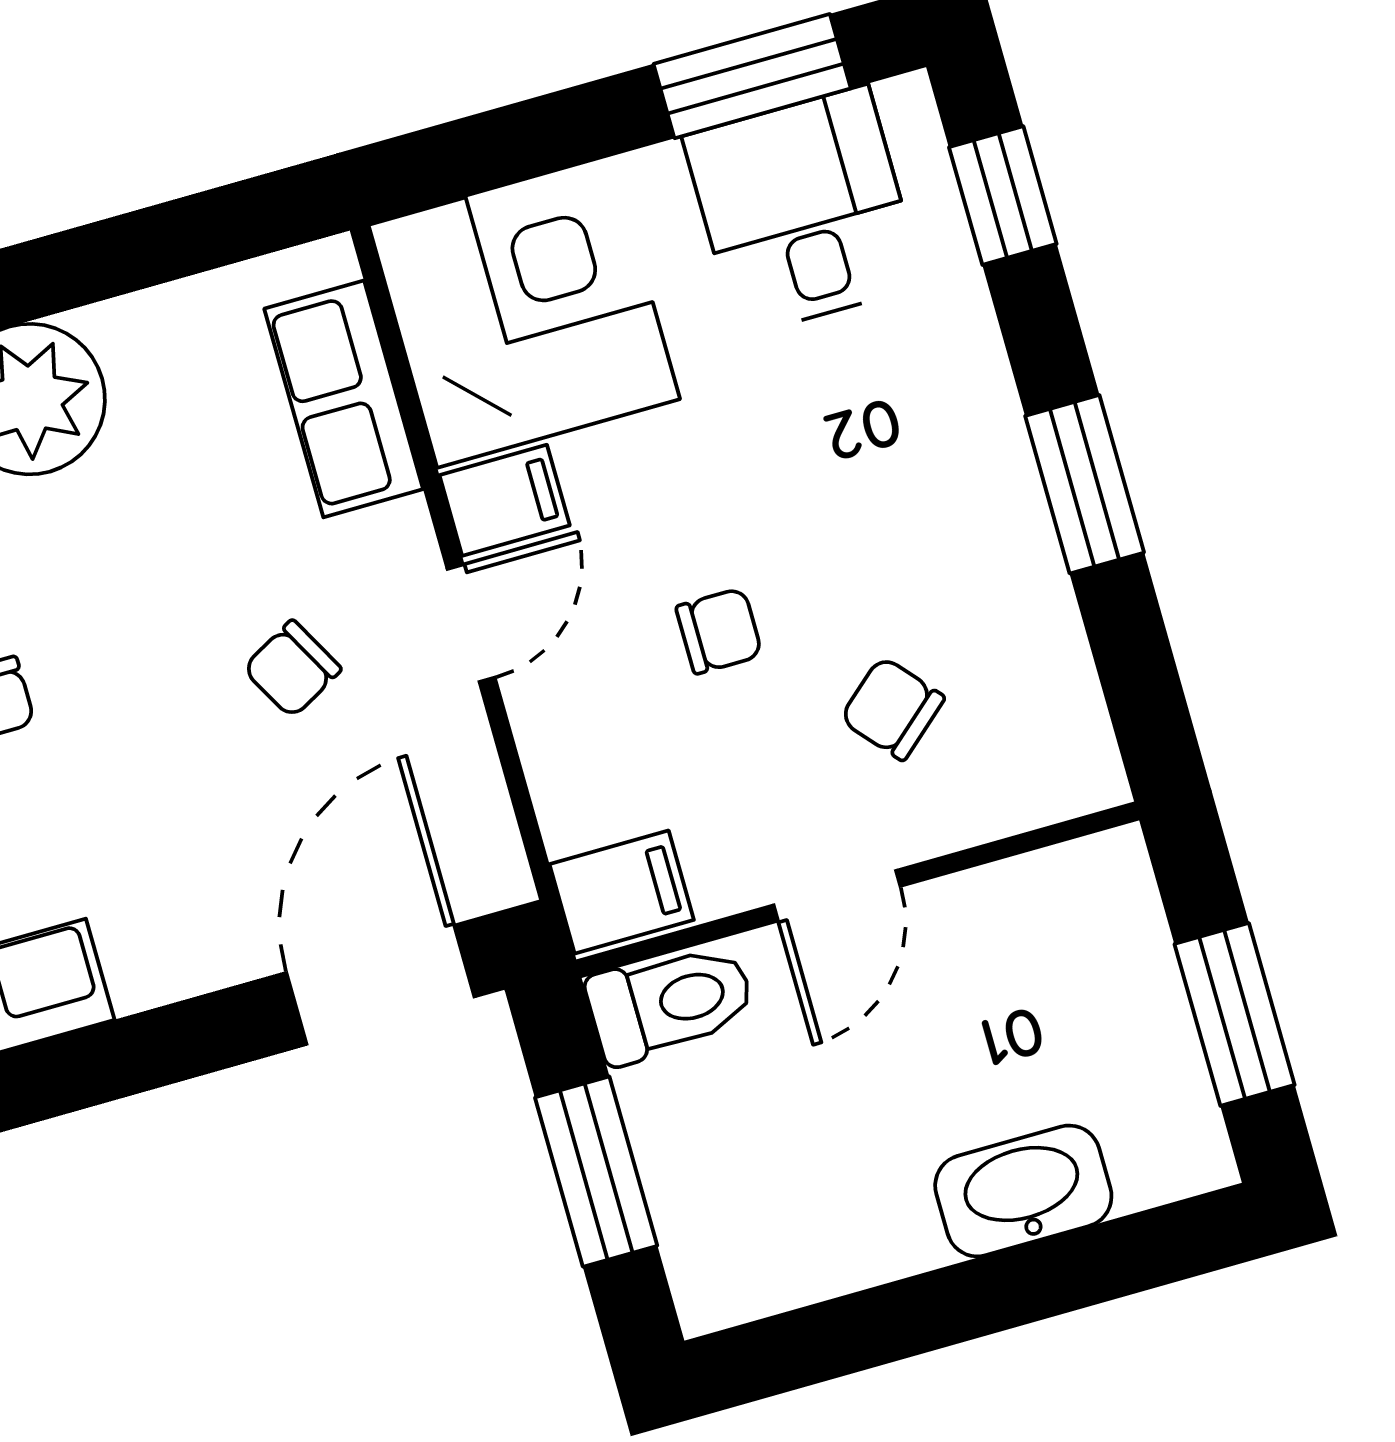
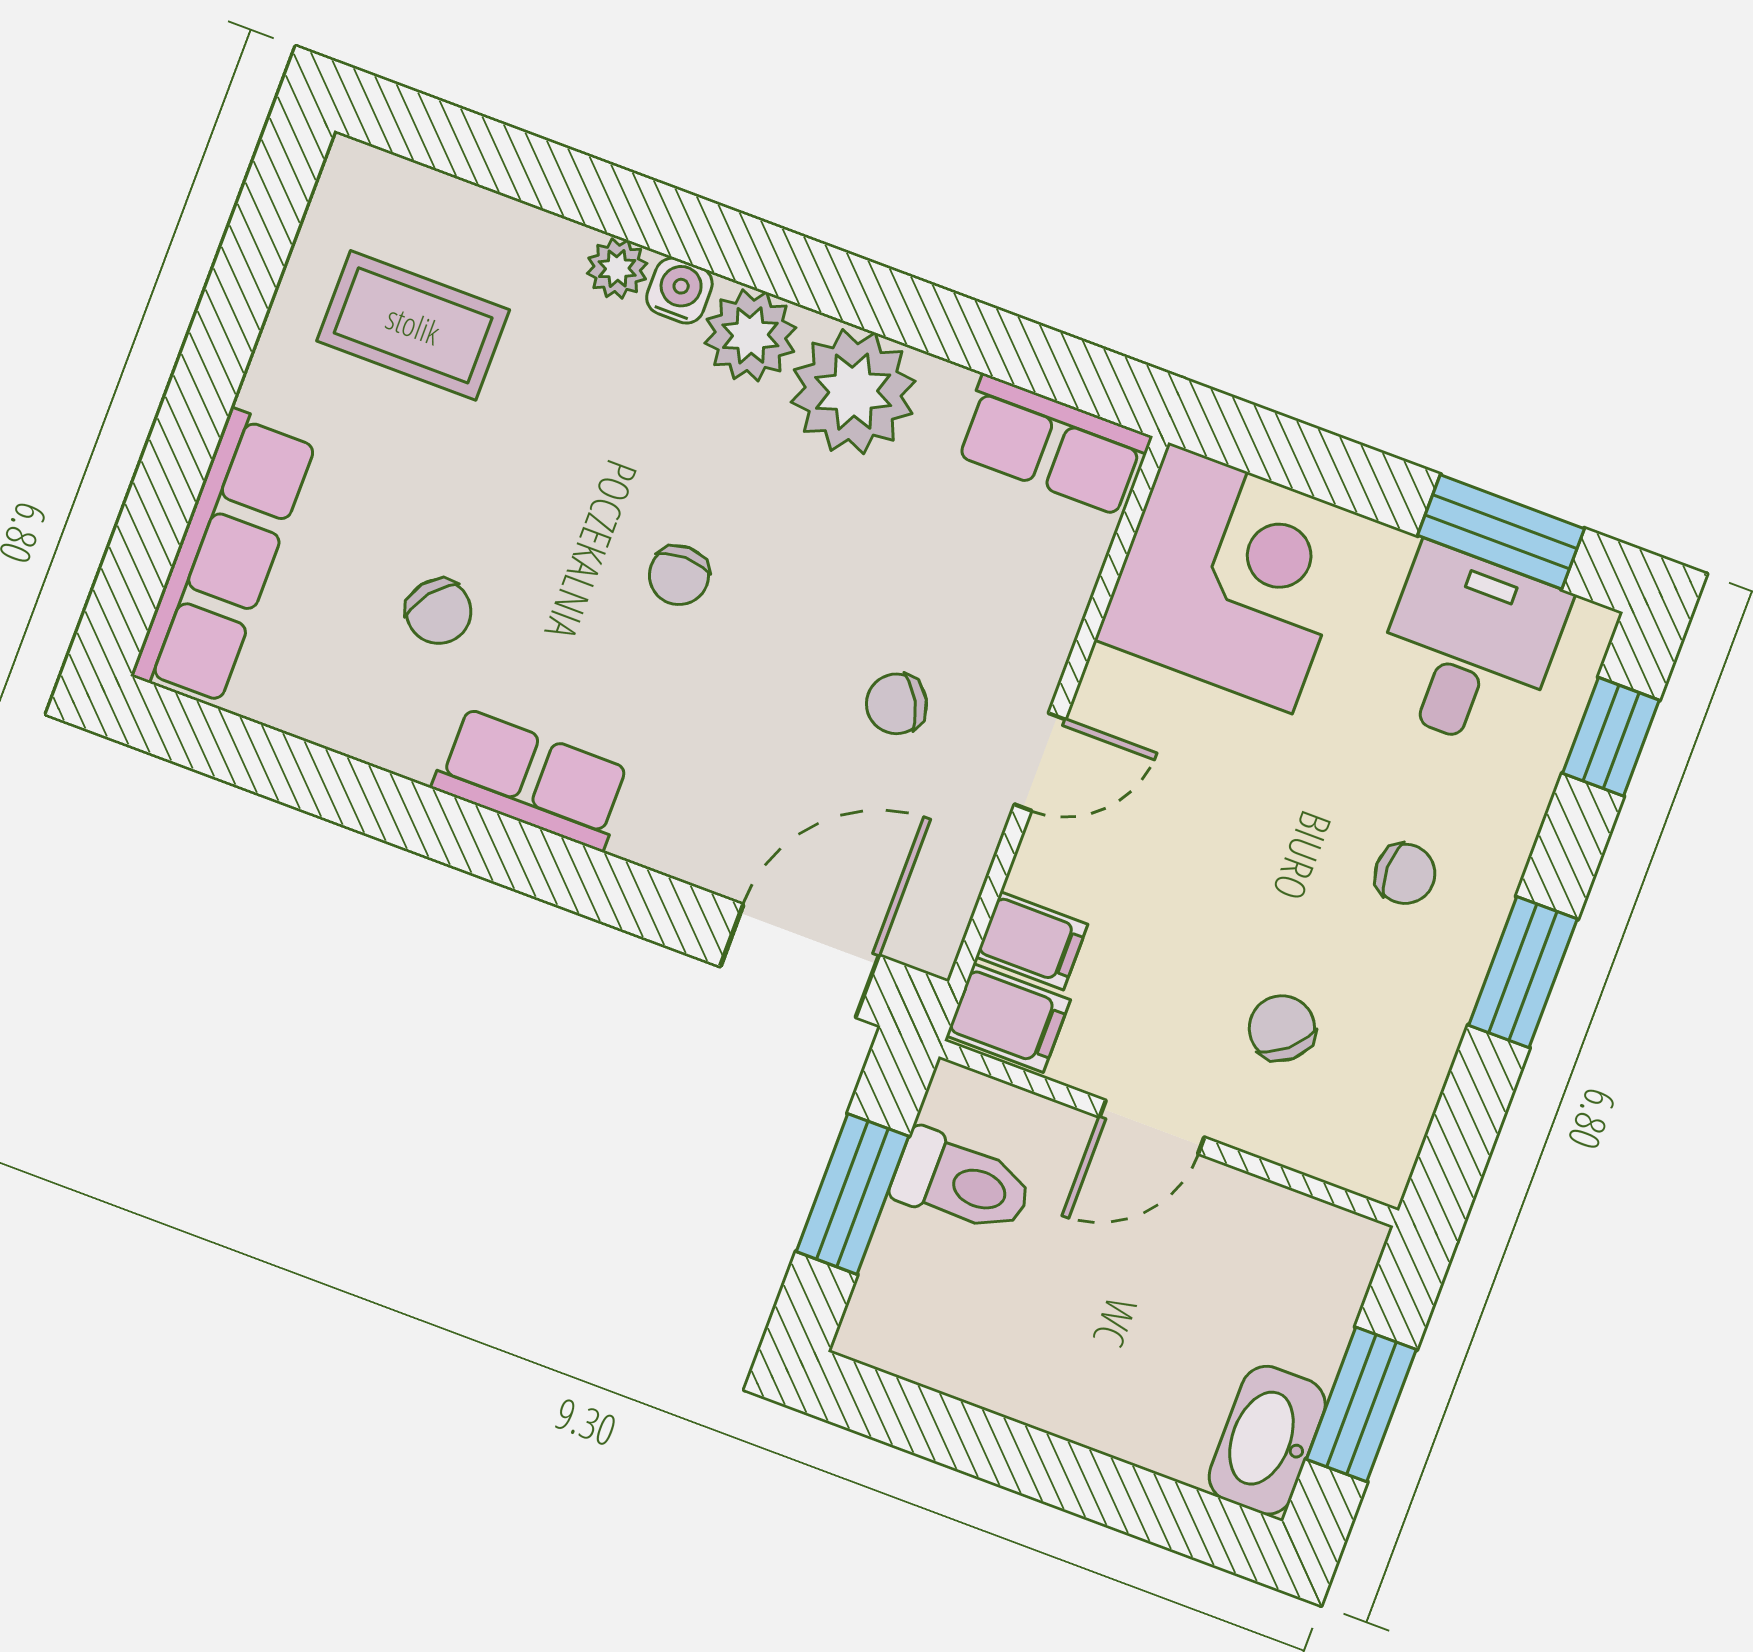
row of seats: (344, 399) -> (1053, 445), moved, turned -90
filing cabinet: (505, 500) -> (1032, 941), moved
chair: (719, 631) -> (1405, 874), moved
toilet: (671, 1003) -> (962, 1183), moved
washbasin: (1023, 1191) -> (1267, 1440), moved, turned -90

